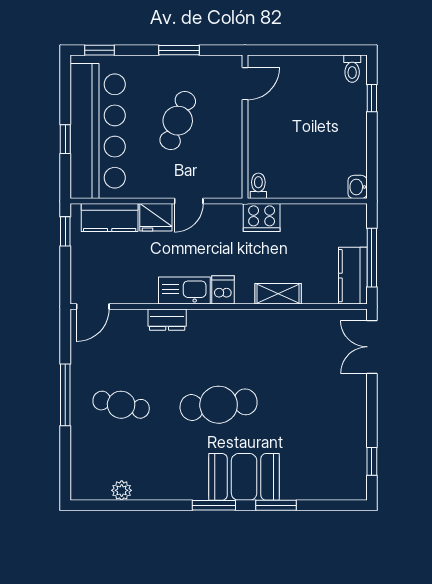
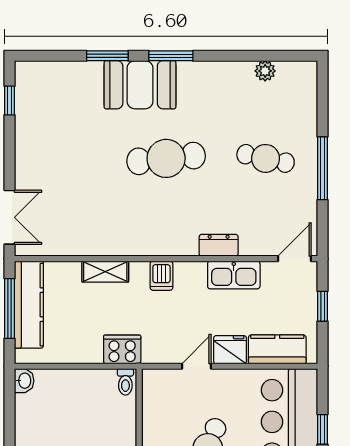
window: (65, 231) -> (323, 306), moved
kitchen counter: (353, 276) -> (29, 305), width x1.50
kitchen sink: (184, 291) -> (234, 275), moved

